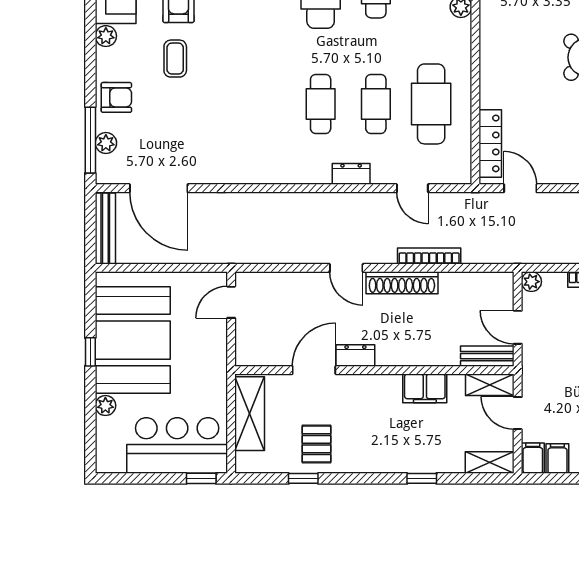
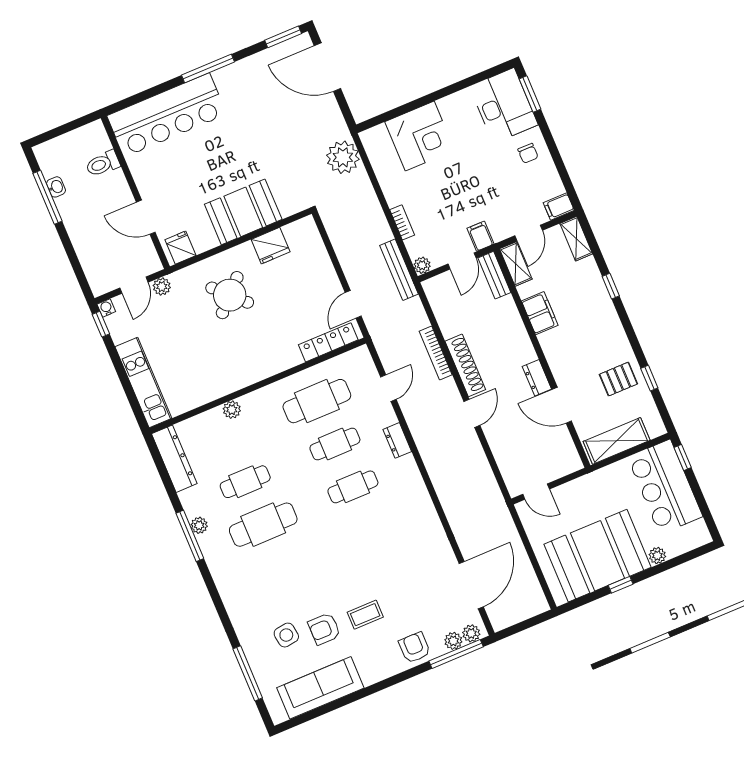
plant: (106, 36) -> (471, 633), moved
bench: (105, 229) -> (399, 270), moved, turned 90
filing cabinet: (557, 458) -> (481, 236), moved, turned 90

